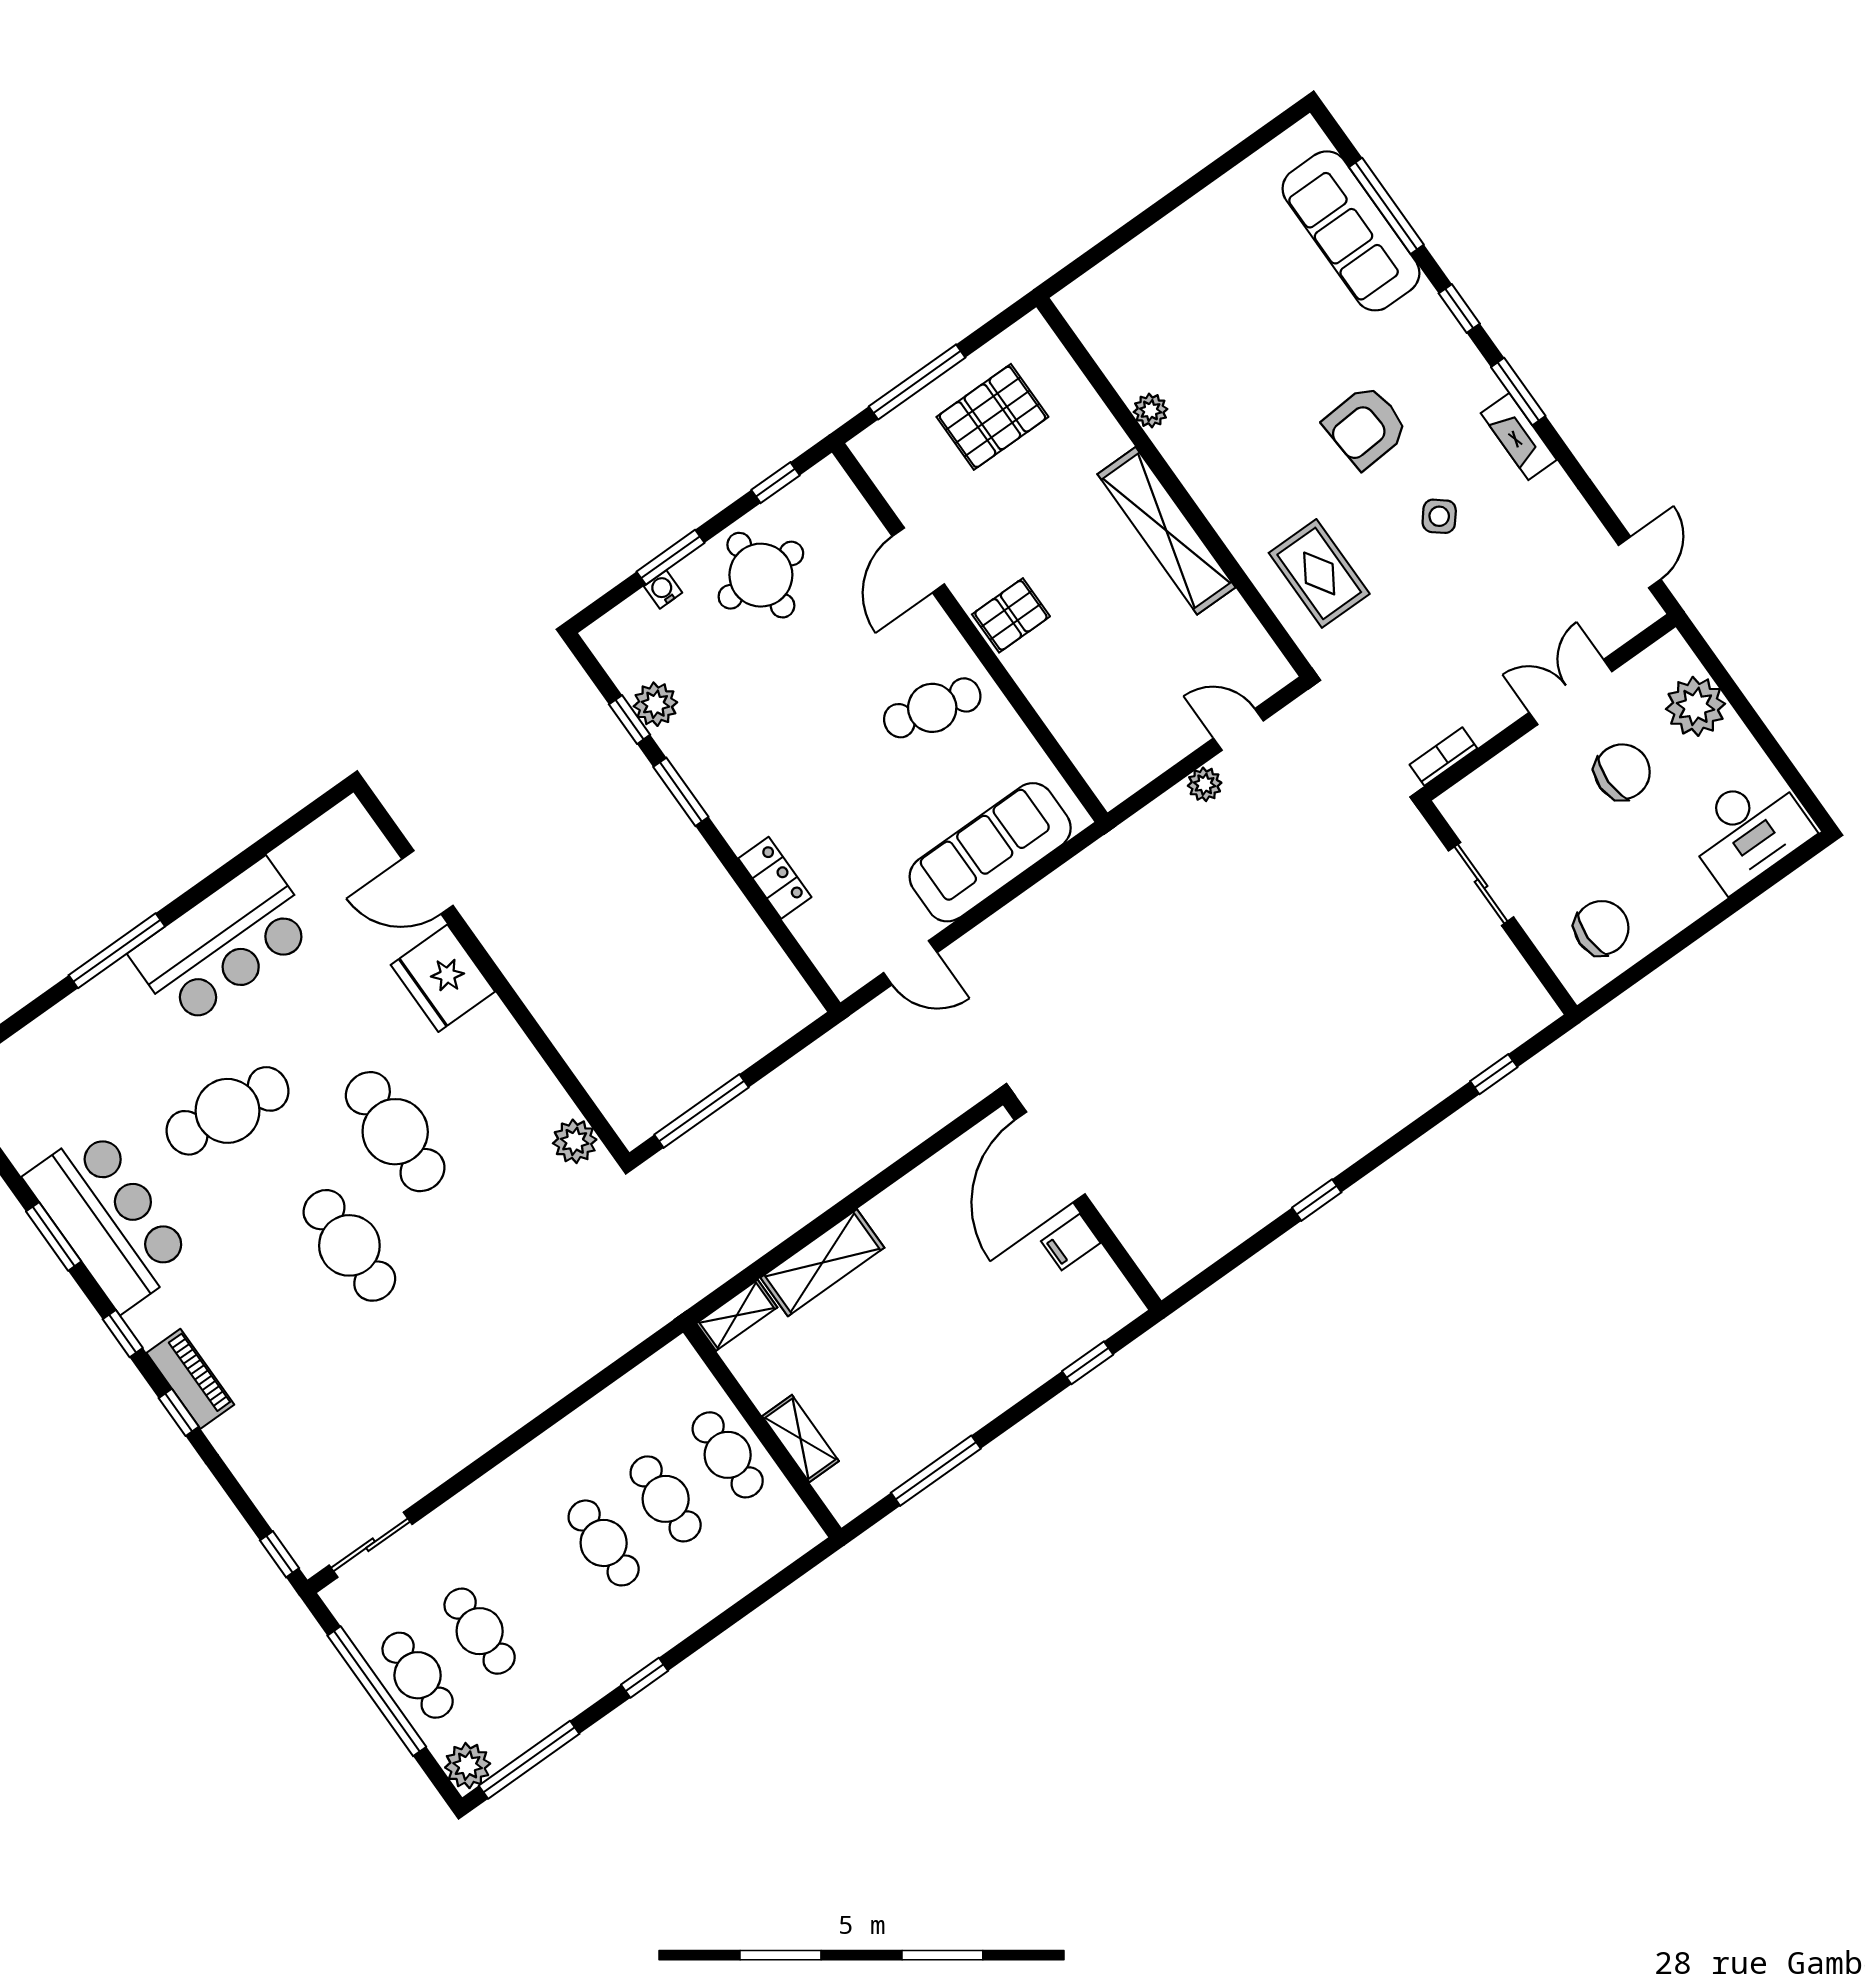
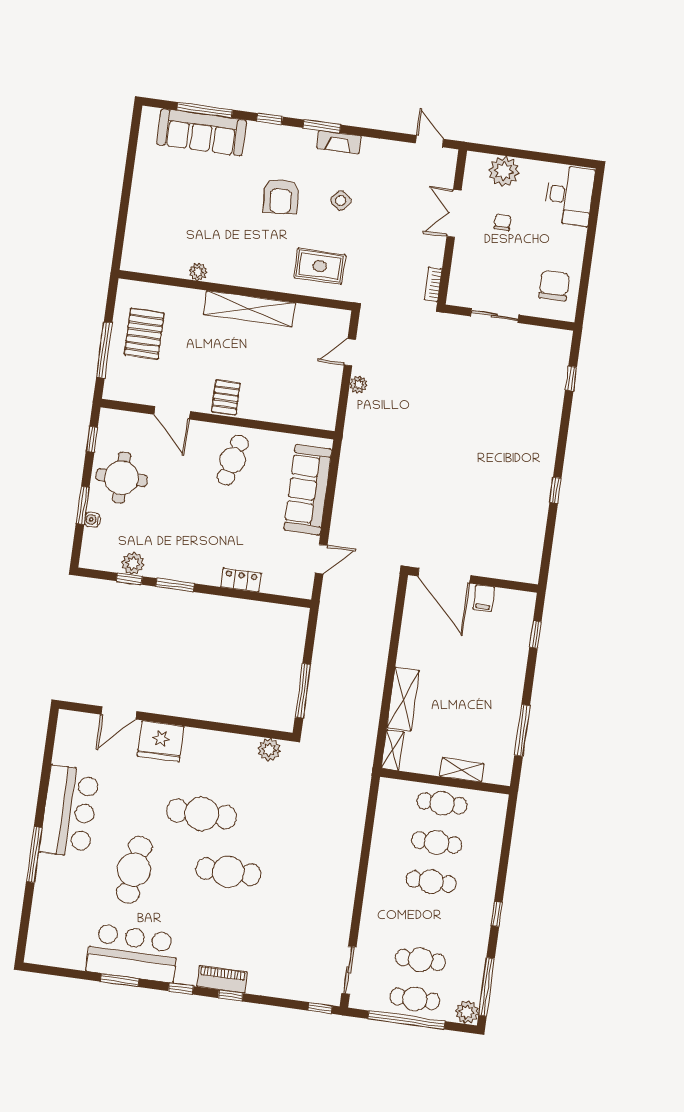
chair: (1622, 772) -> (502, 222), width x0.54, depth x0.54

